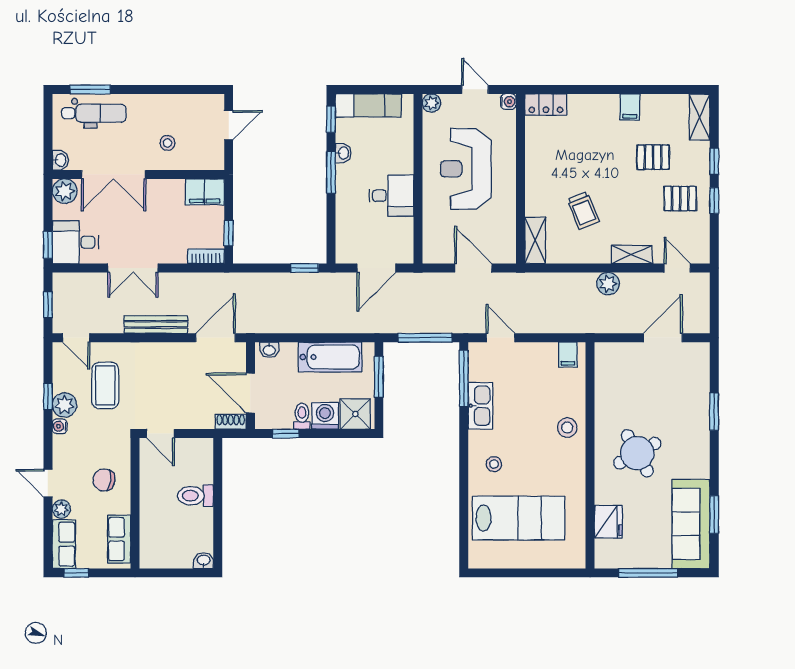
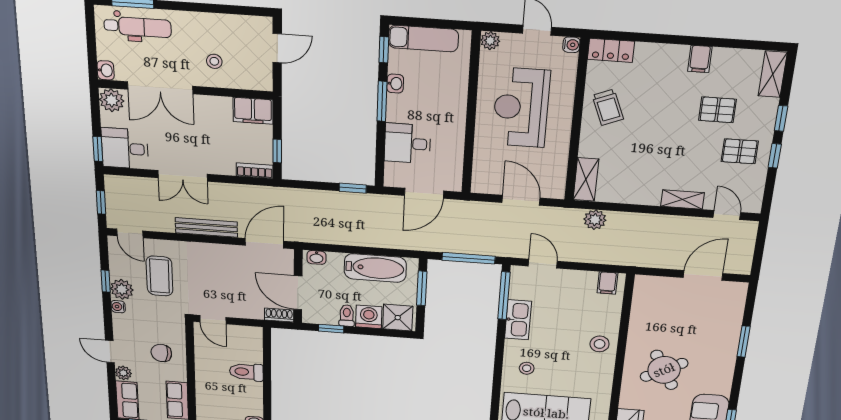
desk: (391, 196) -> (408, 143), moved, turned 180
trolley: (583, 210) -> (608, 107), moved
plant: (608, 284) -> (595, 220), moved

